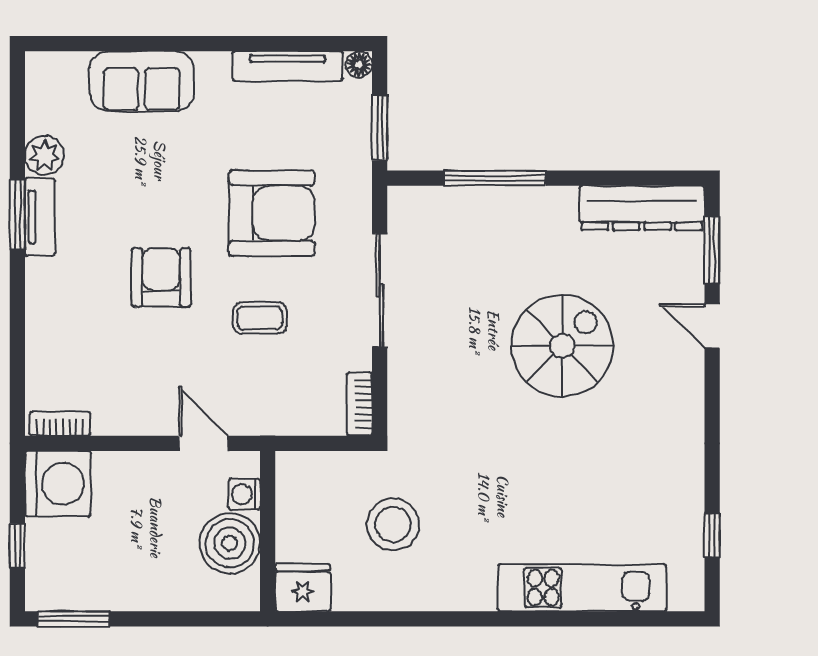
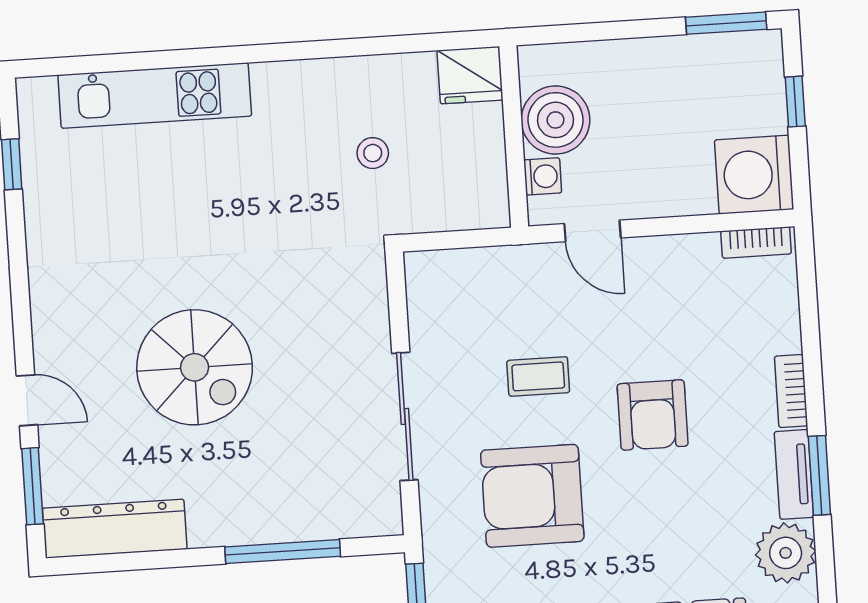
plant: (44, 155) -> (786, 553), width x1.36, depth x1.36
spiral stairs: (562, 346) -> (195, 367), turned -90
bookcase: (359, 404) -> (791, 391), moved, turned 180
stool: (393, 524) -> (373, 153), width x0.53, depth x0.53

